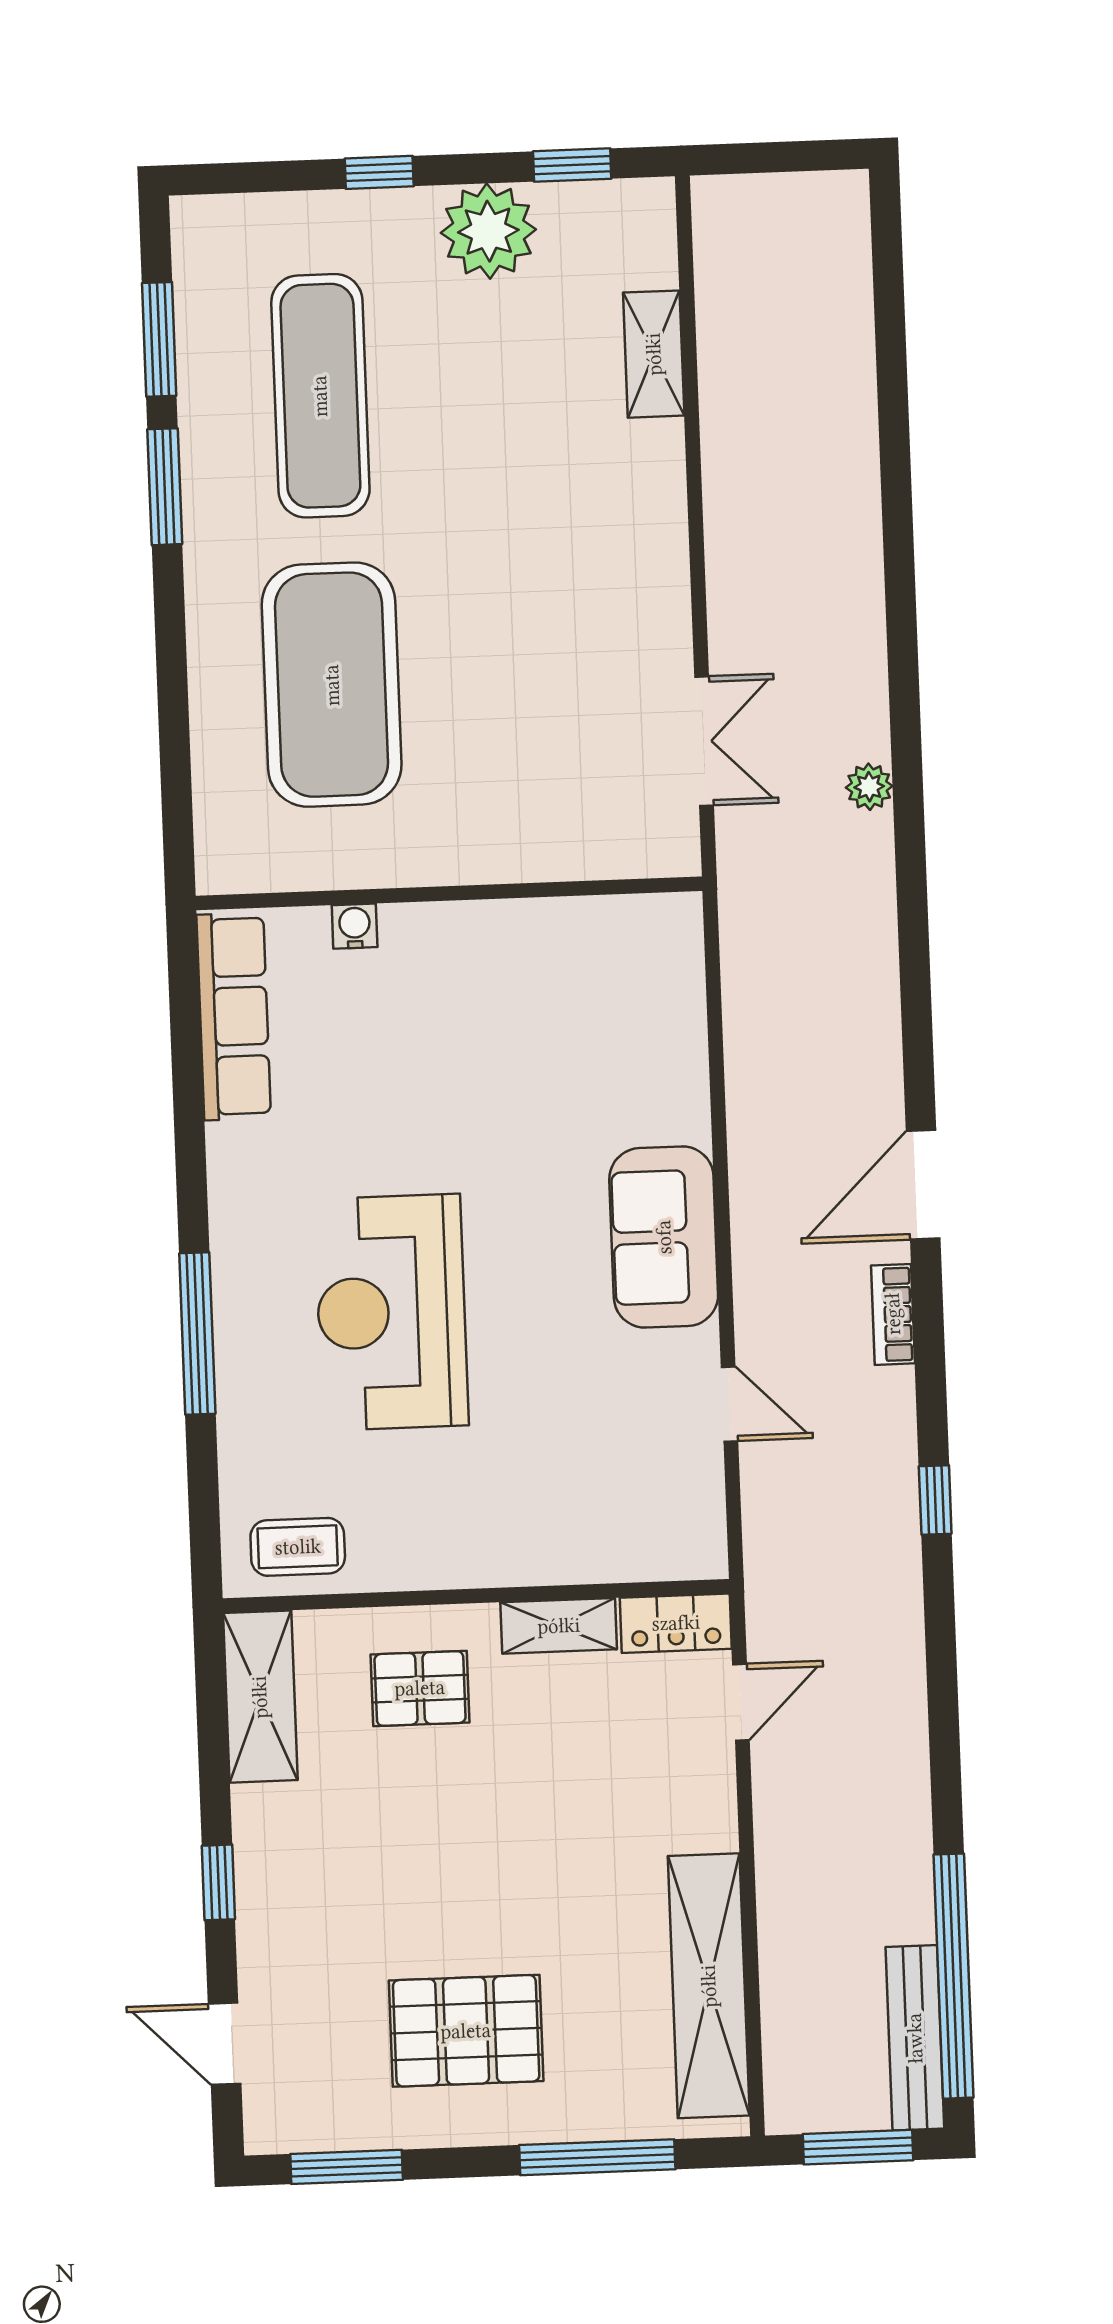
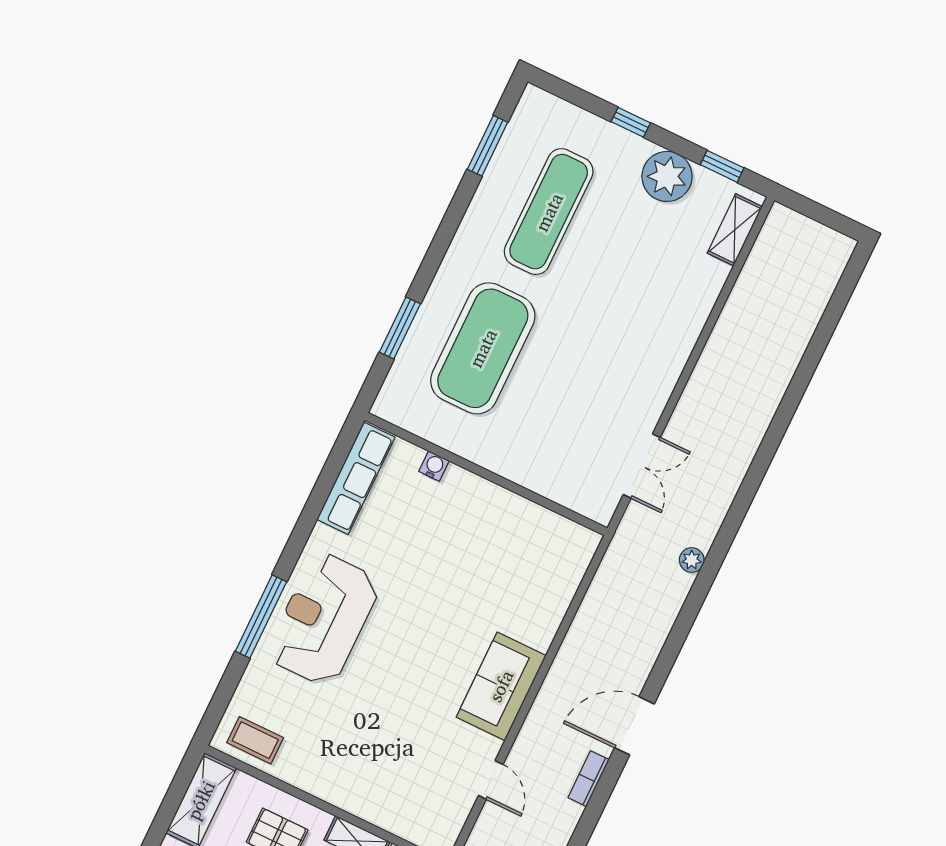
shelving: (654, 354) -> (735, 230), moved
window: (165, 487) -> (400, 328), moved
plant: (869, 787) -> (692, 560), moved
reception desk: (391, 1312) -> (324, 619), moved

